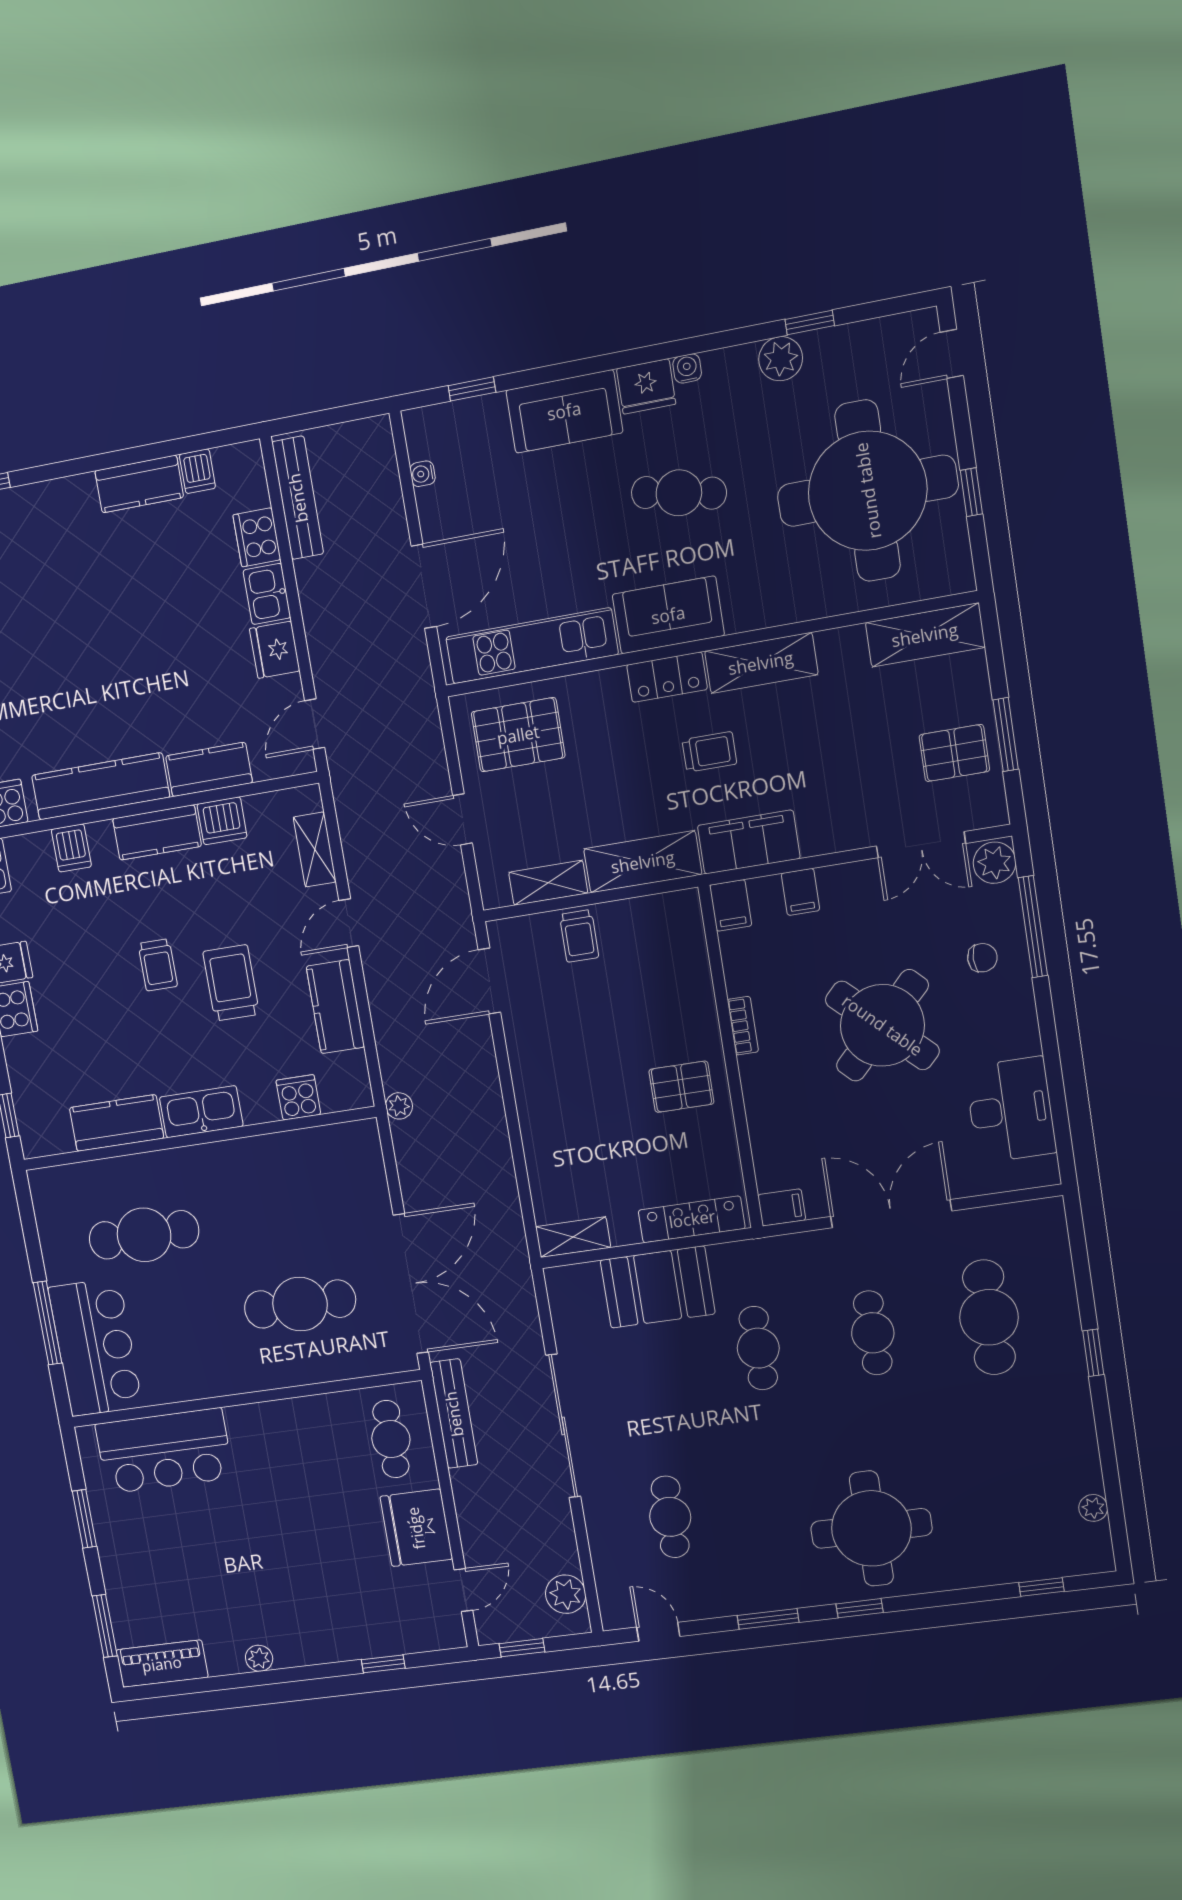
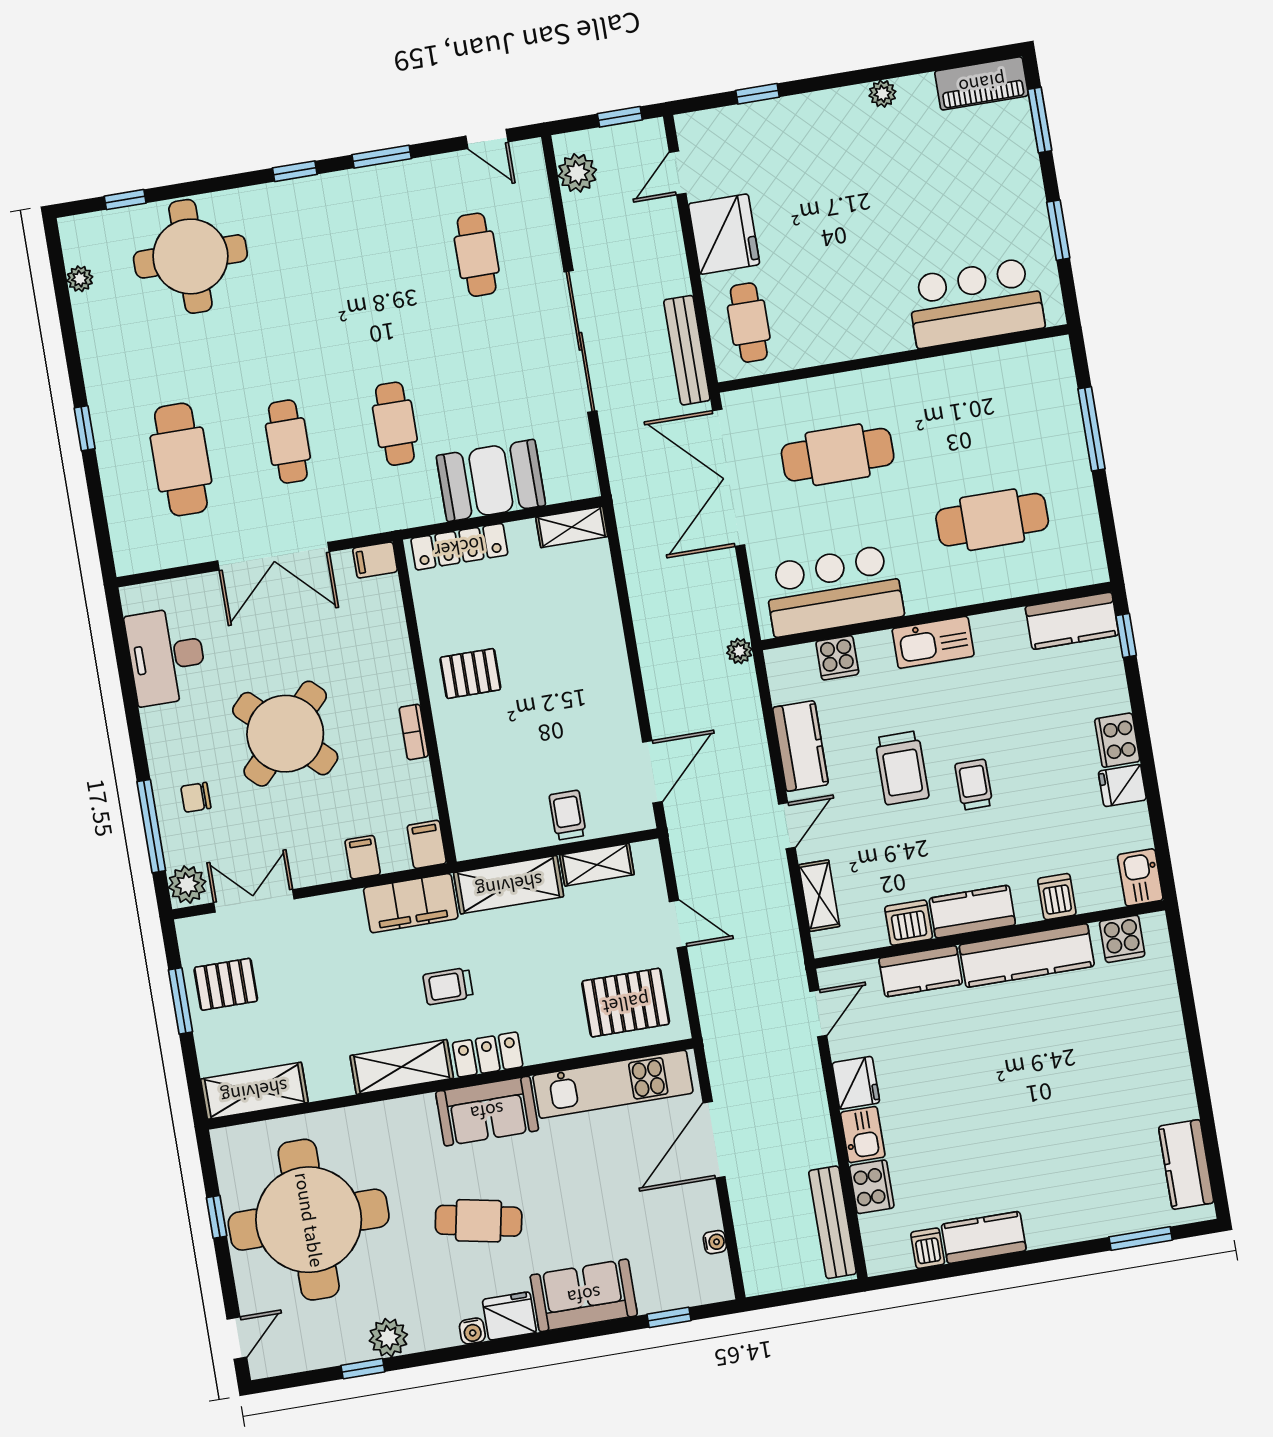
kitchen counter: (117, 1123) -> (1072, 621), moved
bar counter: (95, 1347) -> (834, 591), moved, turned 90
round table: (871, 1528) -> (190, 256), moved

